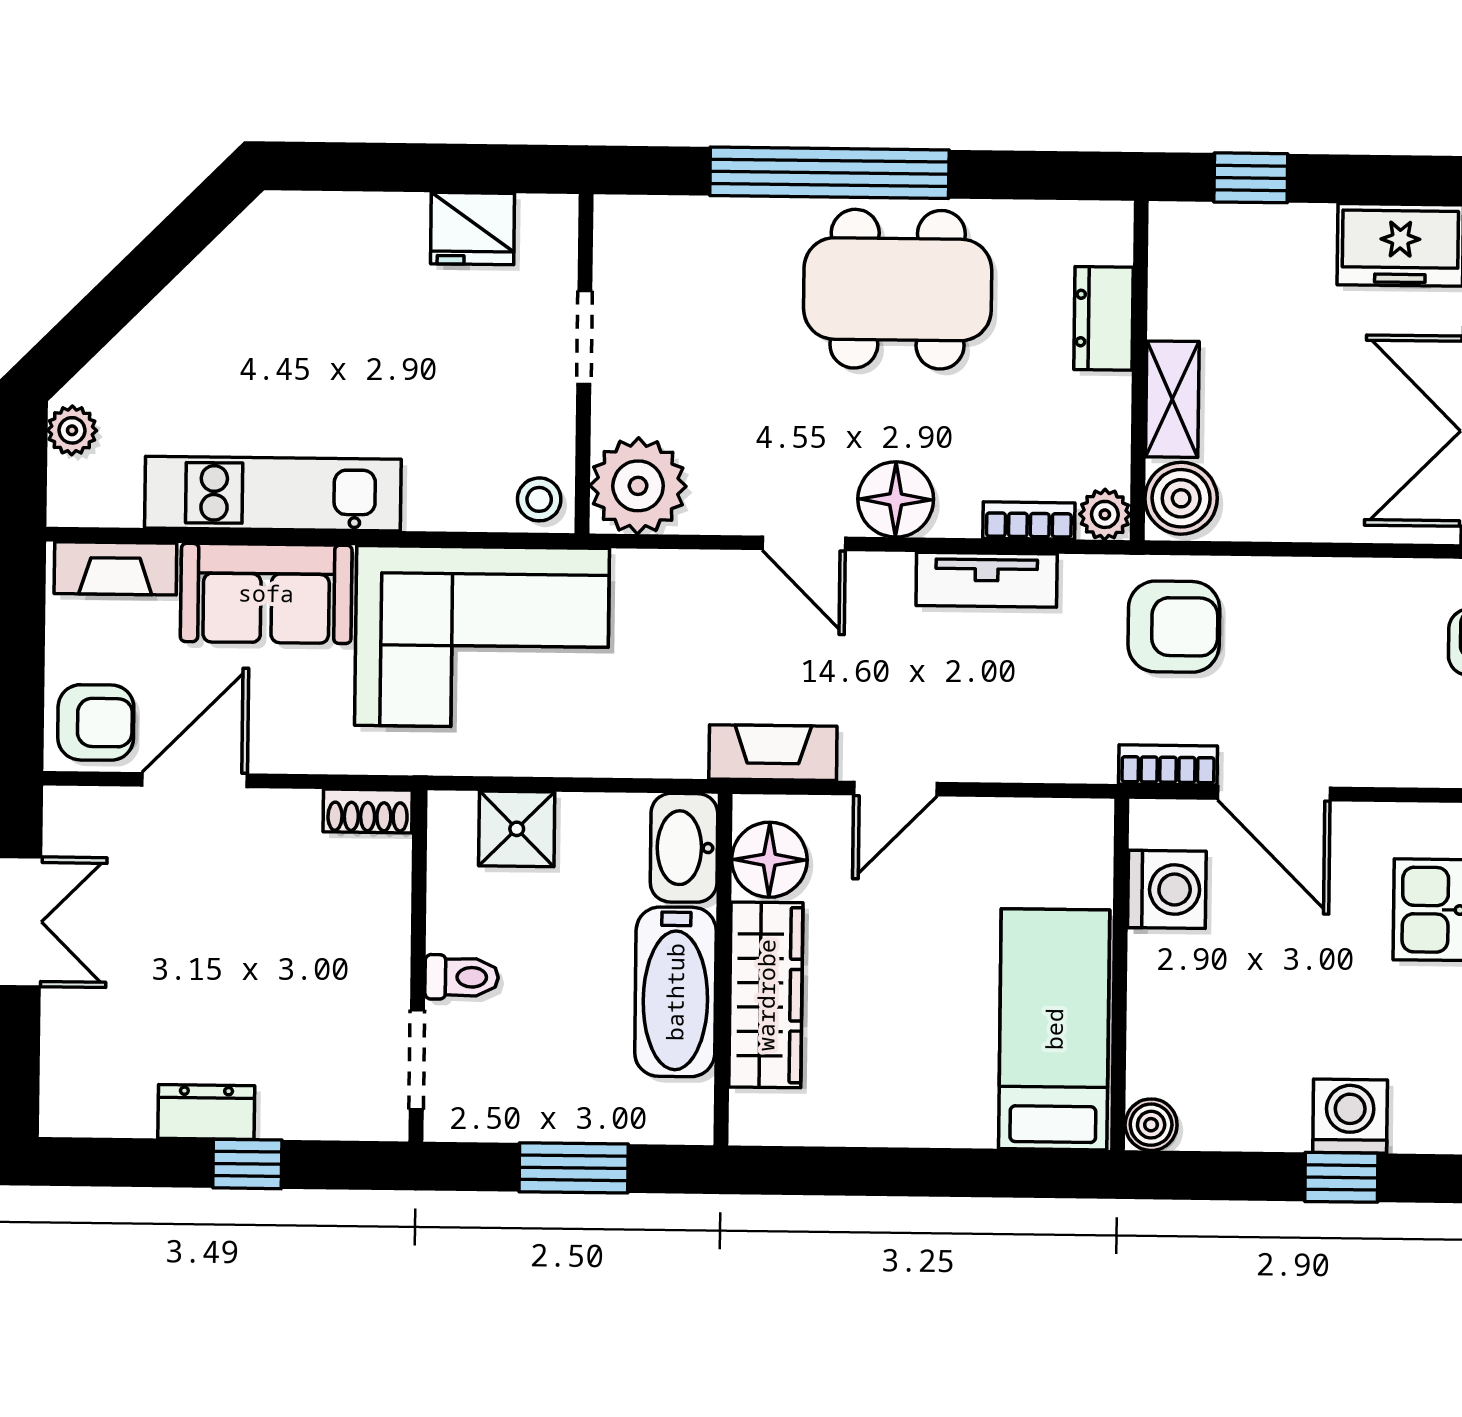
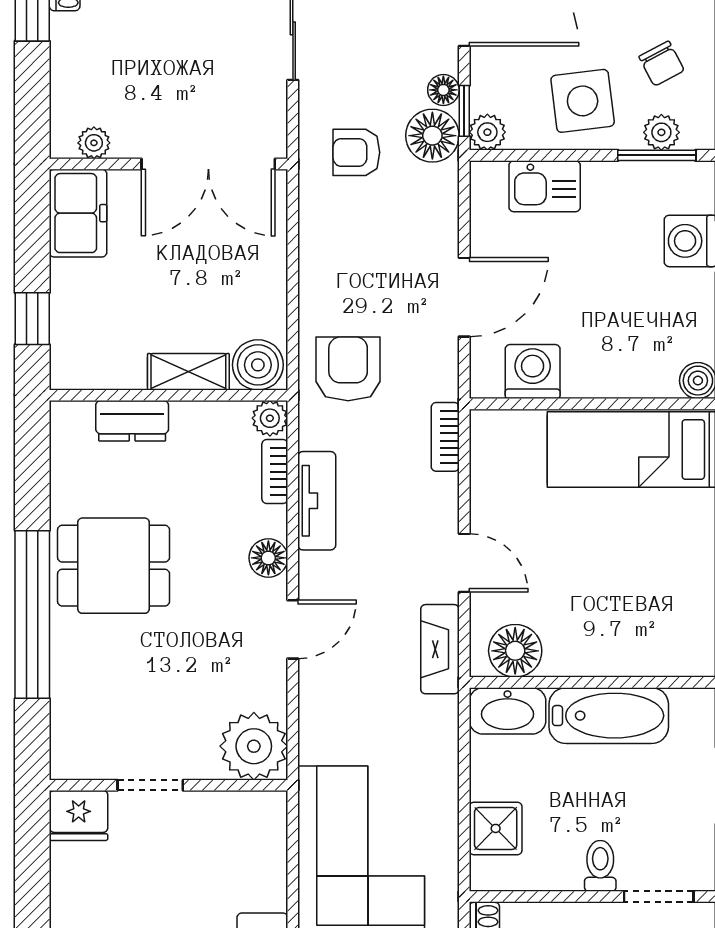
fridge: (473, 229) -> (79, 815), moved, turned 90
dining table: (898, 289) -> (114, 566), width x0.73
stool: (539, 499) -> (264, 816), removed
floor lamp: (896, 499) -> (268, 558), width x0.73, depth x0.73
bookcase: (1168, 765) -> (445, 437), moved
wardrobe: (766, 995) -> (610, 652), removed

